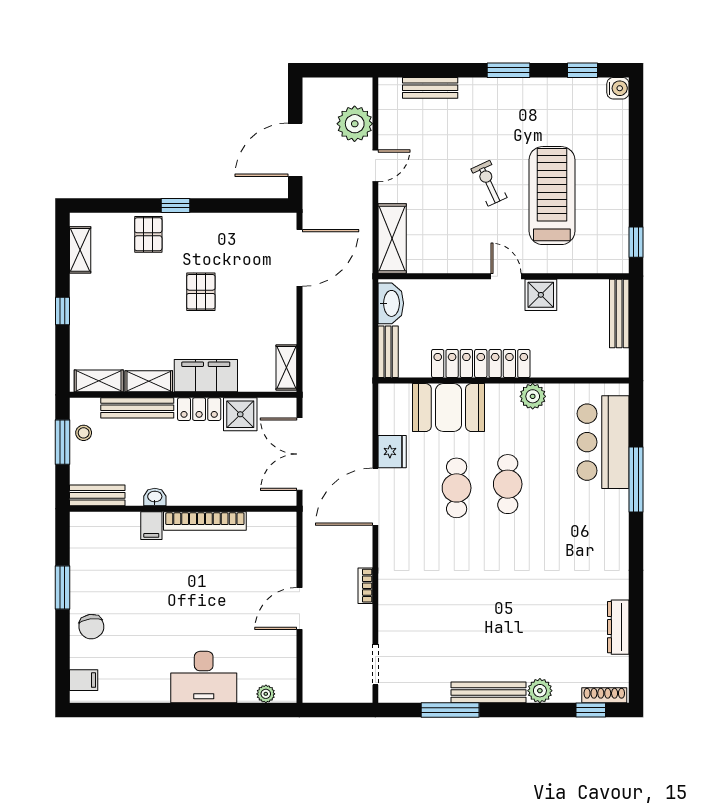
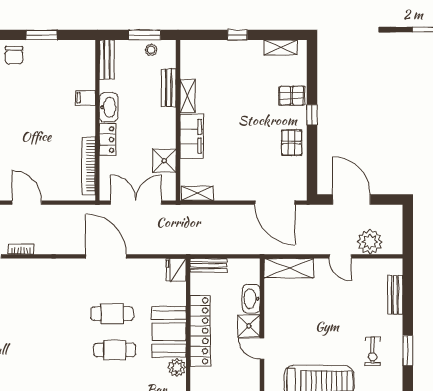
exercise bike: (489, 183) -> (373, 352), moved, turned 115
door: (506, 276) -> (262, 349), swing flipped
pallet: (201, 292) -> (292, 143), moved, turned 90
shower: (541, 295) -> (249, 326), moved
washbasin: (391, 303) -> (251, 299), moved, turned 90
shelving: (99, 381) -> (188, 60), removed
bench: (137, 408) -> (169, 88), width x0.73
booth: (448, 408) -> (169, 332), moved
locker: (199, 409) -> (108, 140), moved, turned 180
fridge: (392, 452) -> (176, 270), moved, turned 90
washbasin: (155, 497) -> (108, 107), width x1.91, depth x1.45
bookcase: (205, 521) -> (89, 166), moved
bookcase: (365, 586) -> (21, 249), moved
chair: (91, 627) -> (14, 55), turned -82

